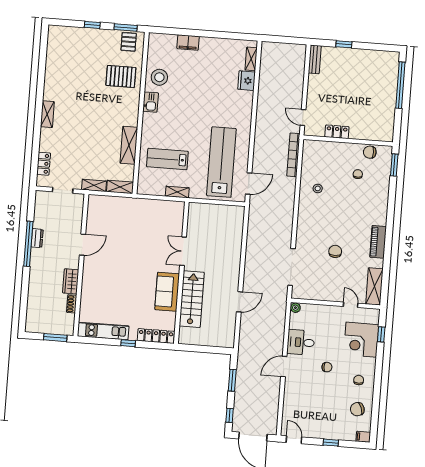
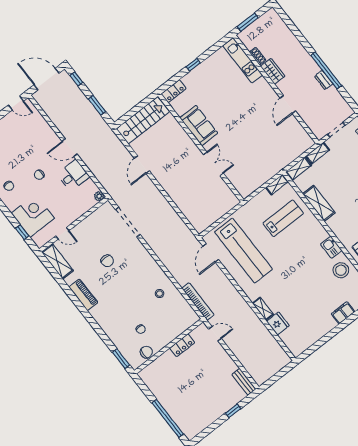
shelving: (251, 59) -> (263, 309), moved
shelving: (177, 192) -> (277, 185), moved
stairs: (192, 299) -> (143, 120), moved, turned -90
kitchen unit: (103, 331) -> (243, 60), moved, turned 90
locker: (156, 336) -> (174, 91), width x0.66
door: (284, 367) -> (70, 148), swing flipped

